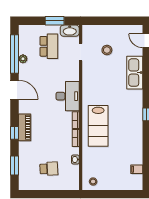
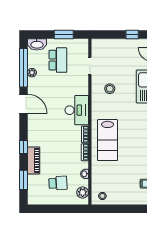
window: (123, 21) -> (132, 34), added
washbasin: (70, 31) -> (37, 44), moved
stool: (107, 50) -> (110, 89), moved
piano: (25, 127) -> (34, 160), moved
plant: (73, 178) -> (83, 193), added

